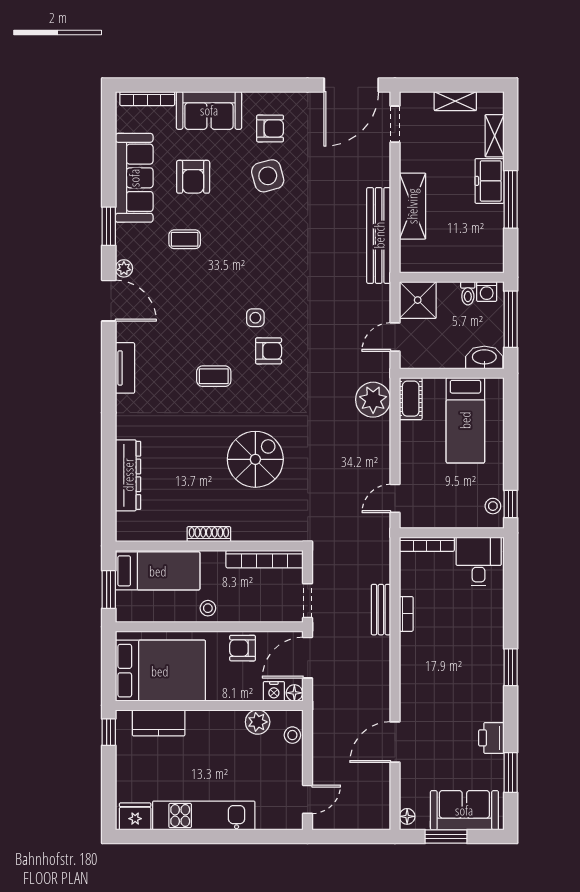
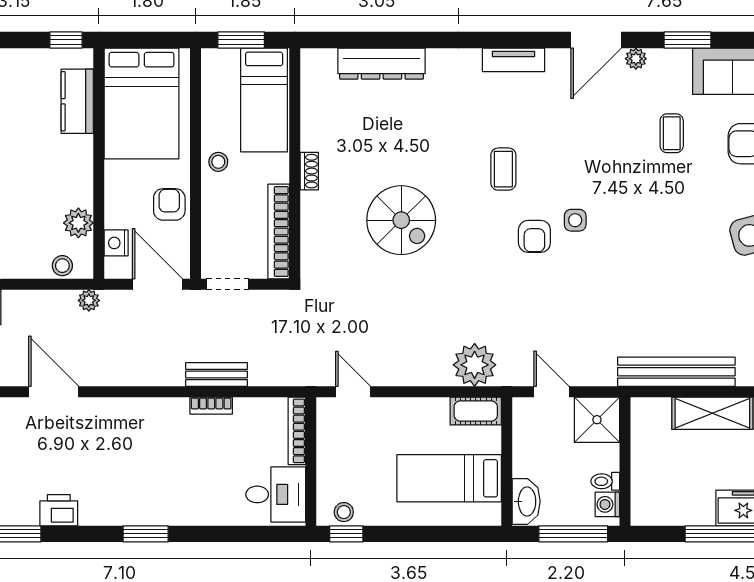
shoe rack: (209, 534) -> (309, 171), width x0.70
floor lamp: (294, 693) -> (114, 268), removed
plant: (321, 713) -> (89, 300), added

